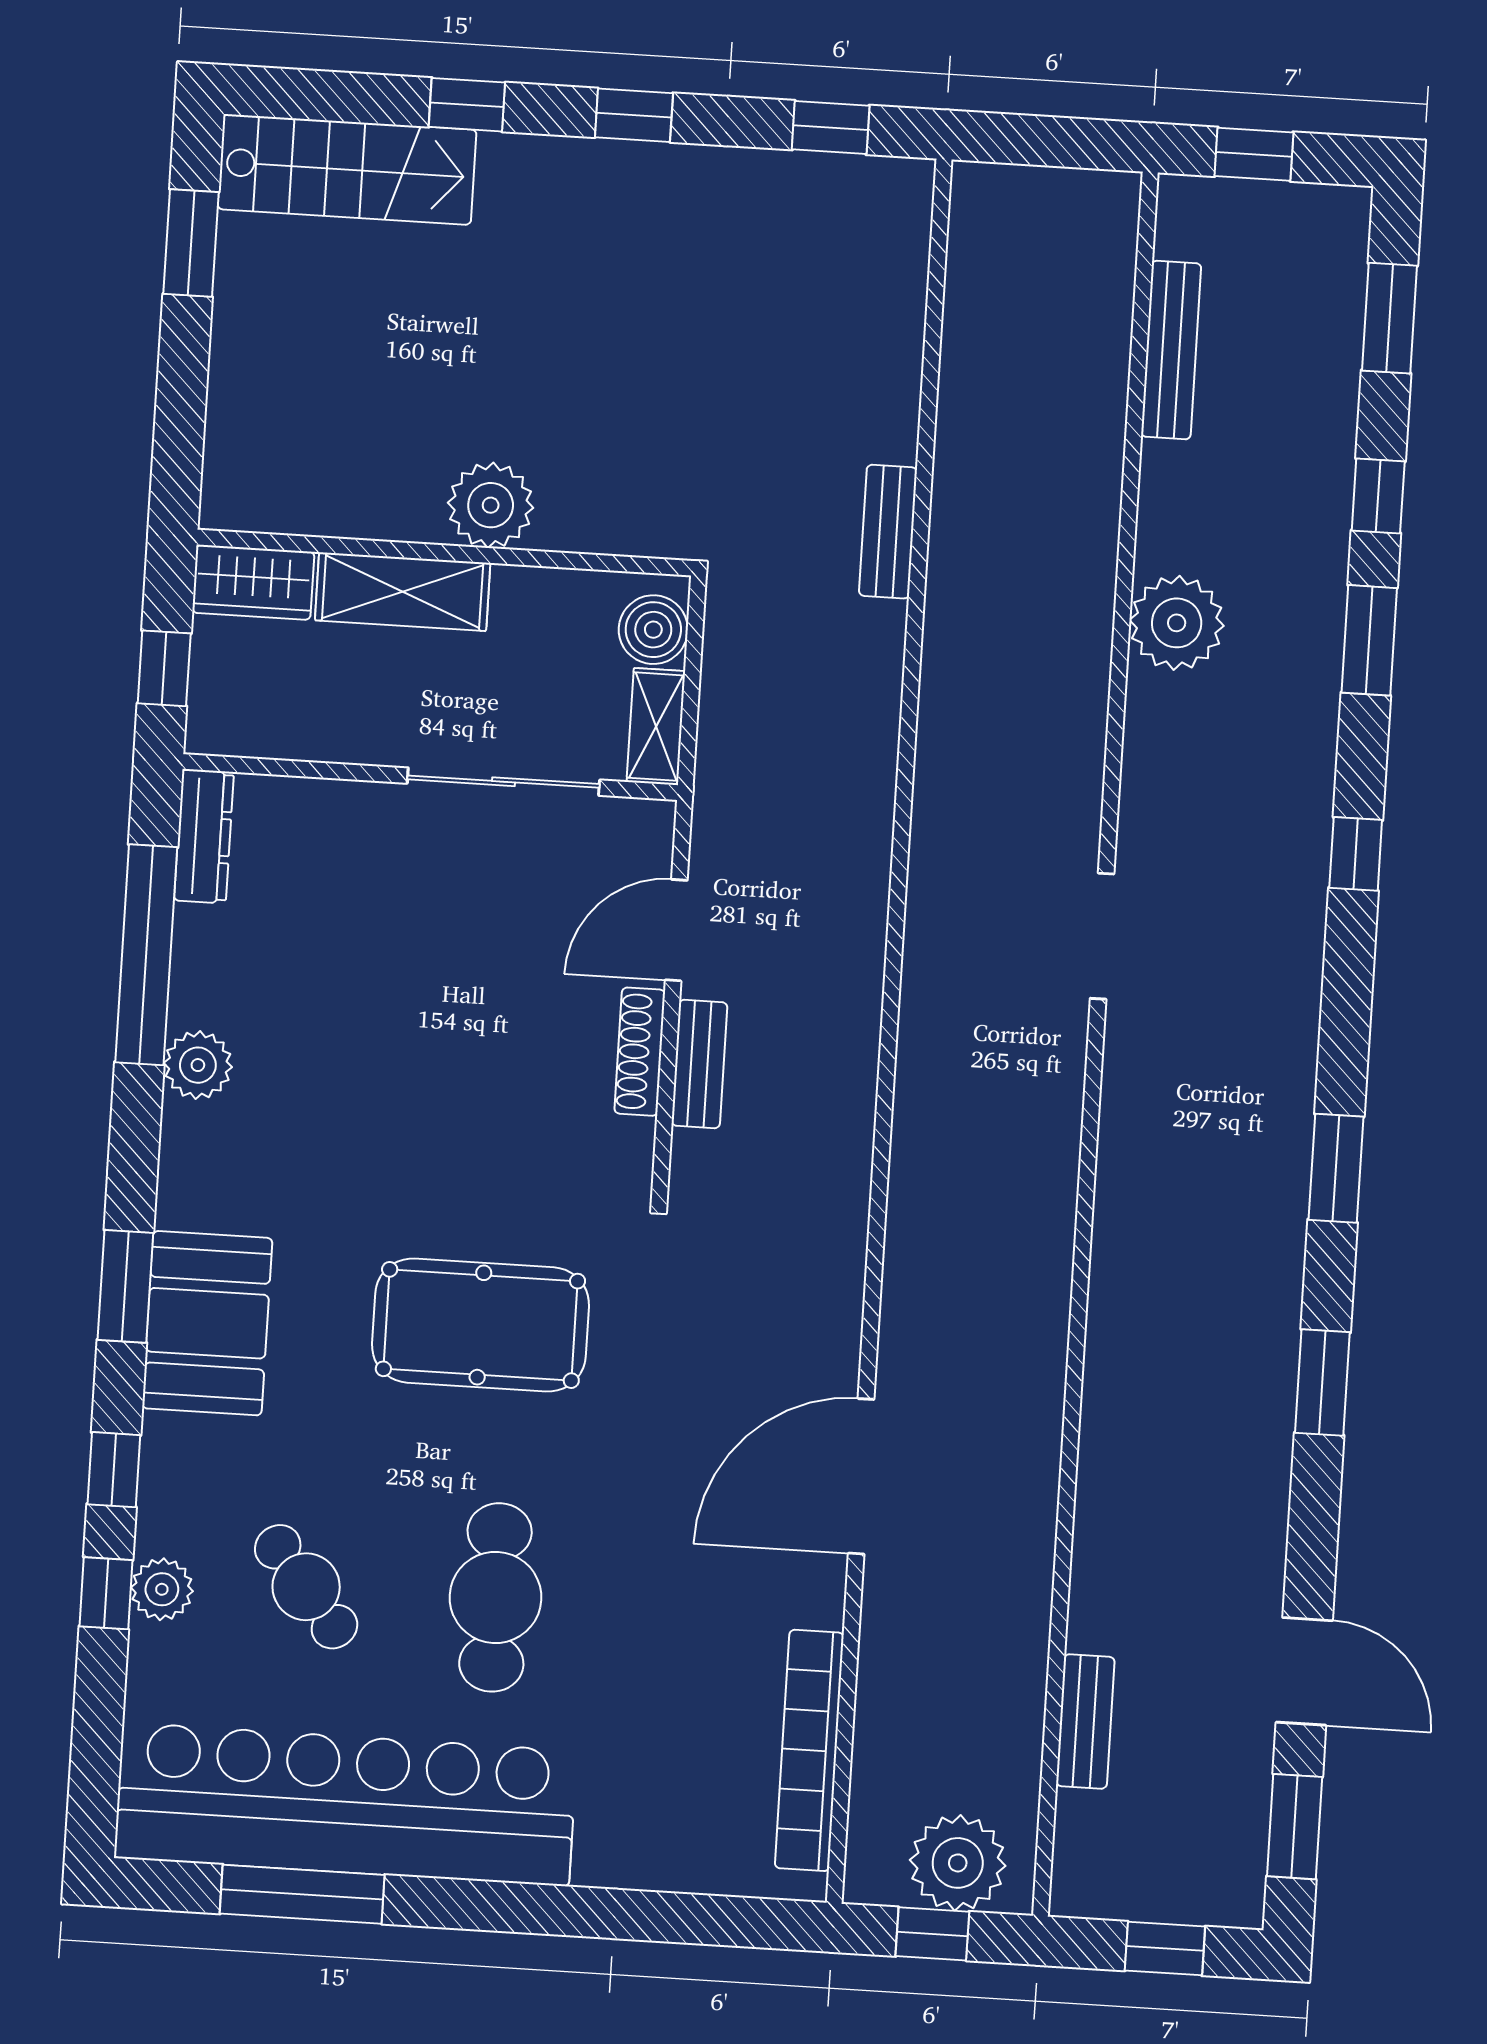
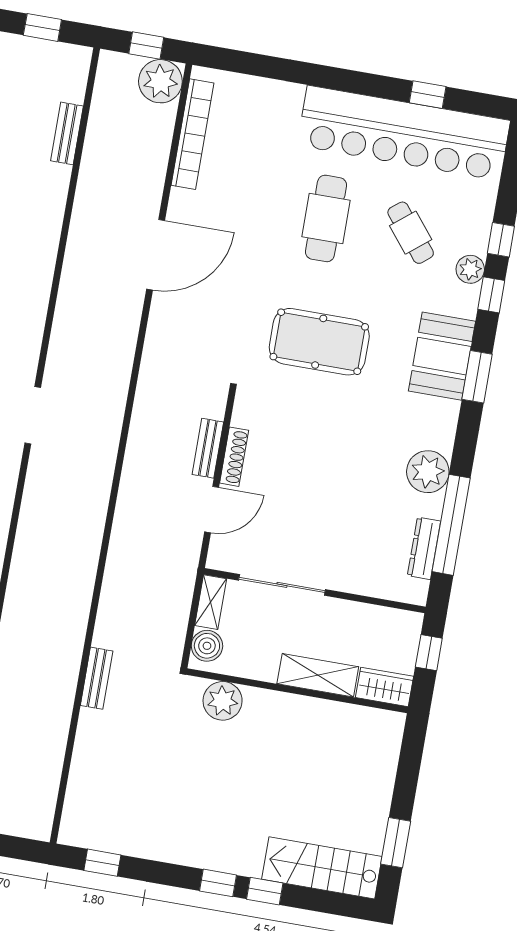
window: (634, 115) -> (218, 883), moved
plant: (491, 505) -> (223, 701), moved
dresser: (204, 836) -> (424, 548), moved
doorway: (1102, 936) -> (33, 415), moved
plant: (198, 1065) -> (428, 472), width x1.36, depth x1.36
plant: (162, 1589) -> (470, 269), moved
plant: (958, 1863) -> (160, 81), moved
window: (302, 1894) -> (428, 95), width x0.46

